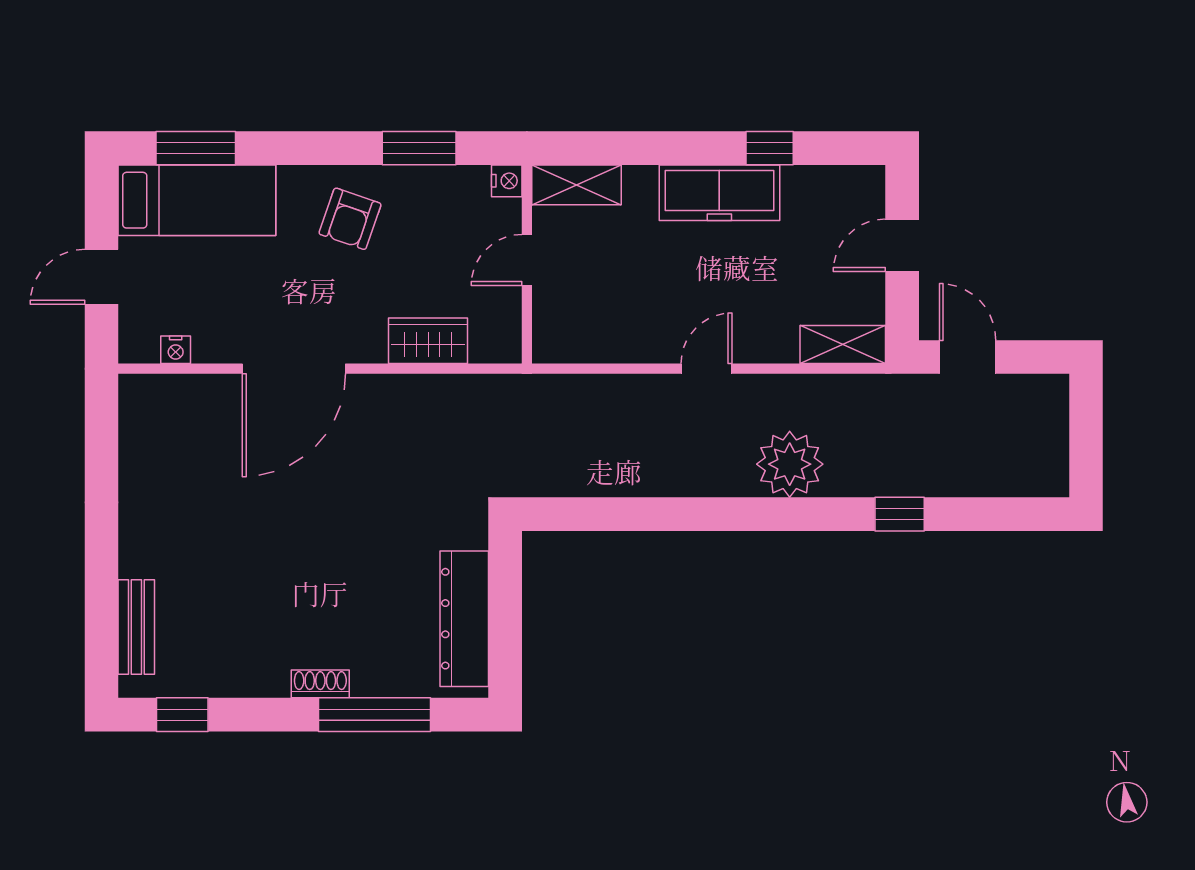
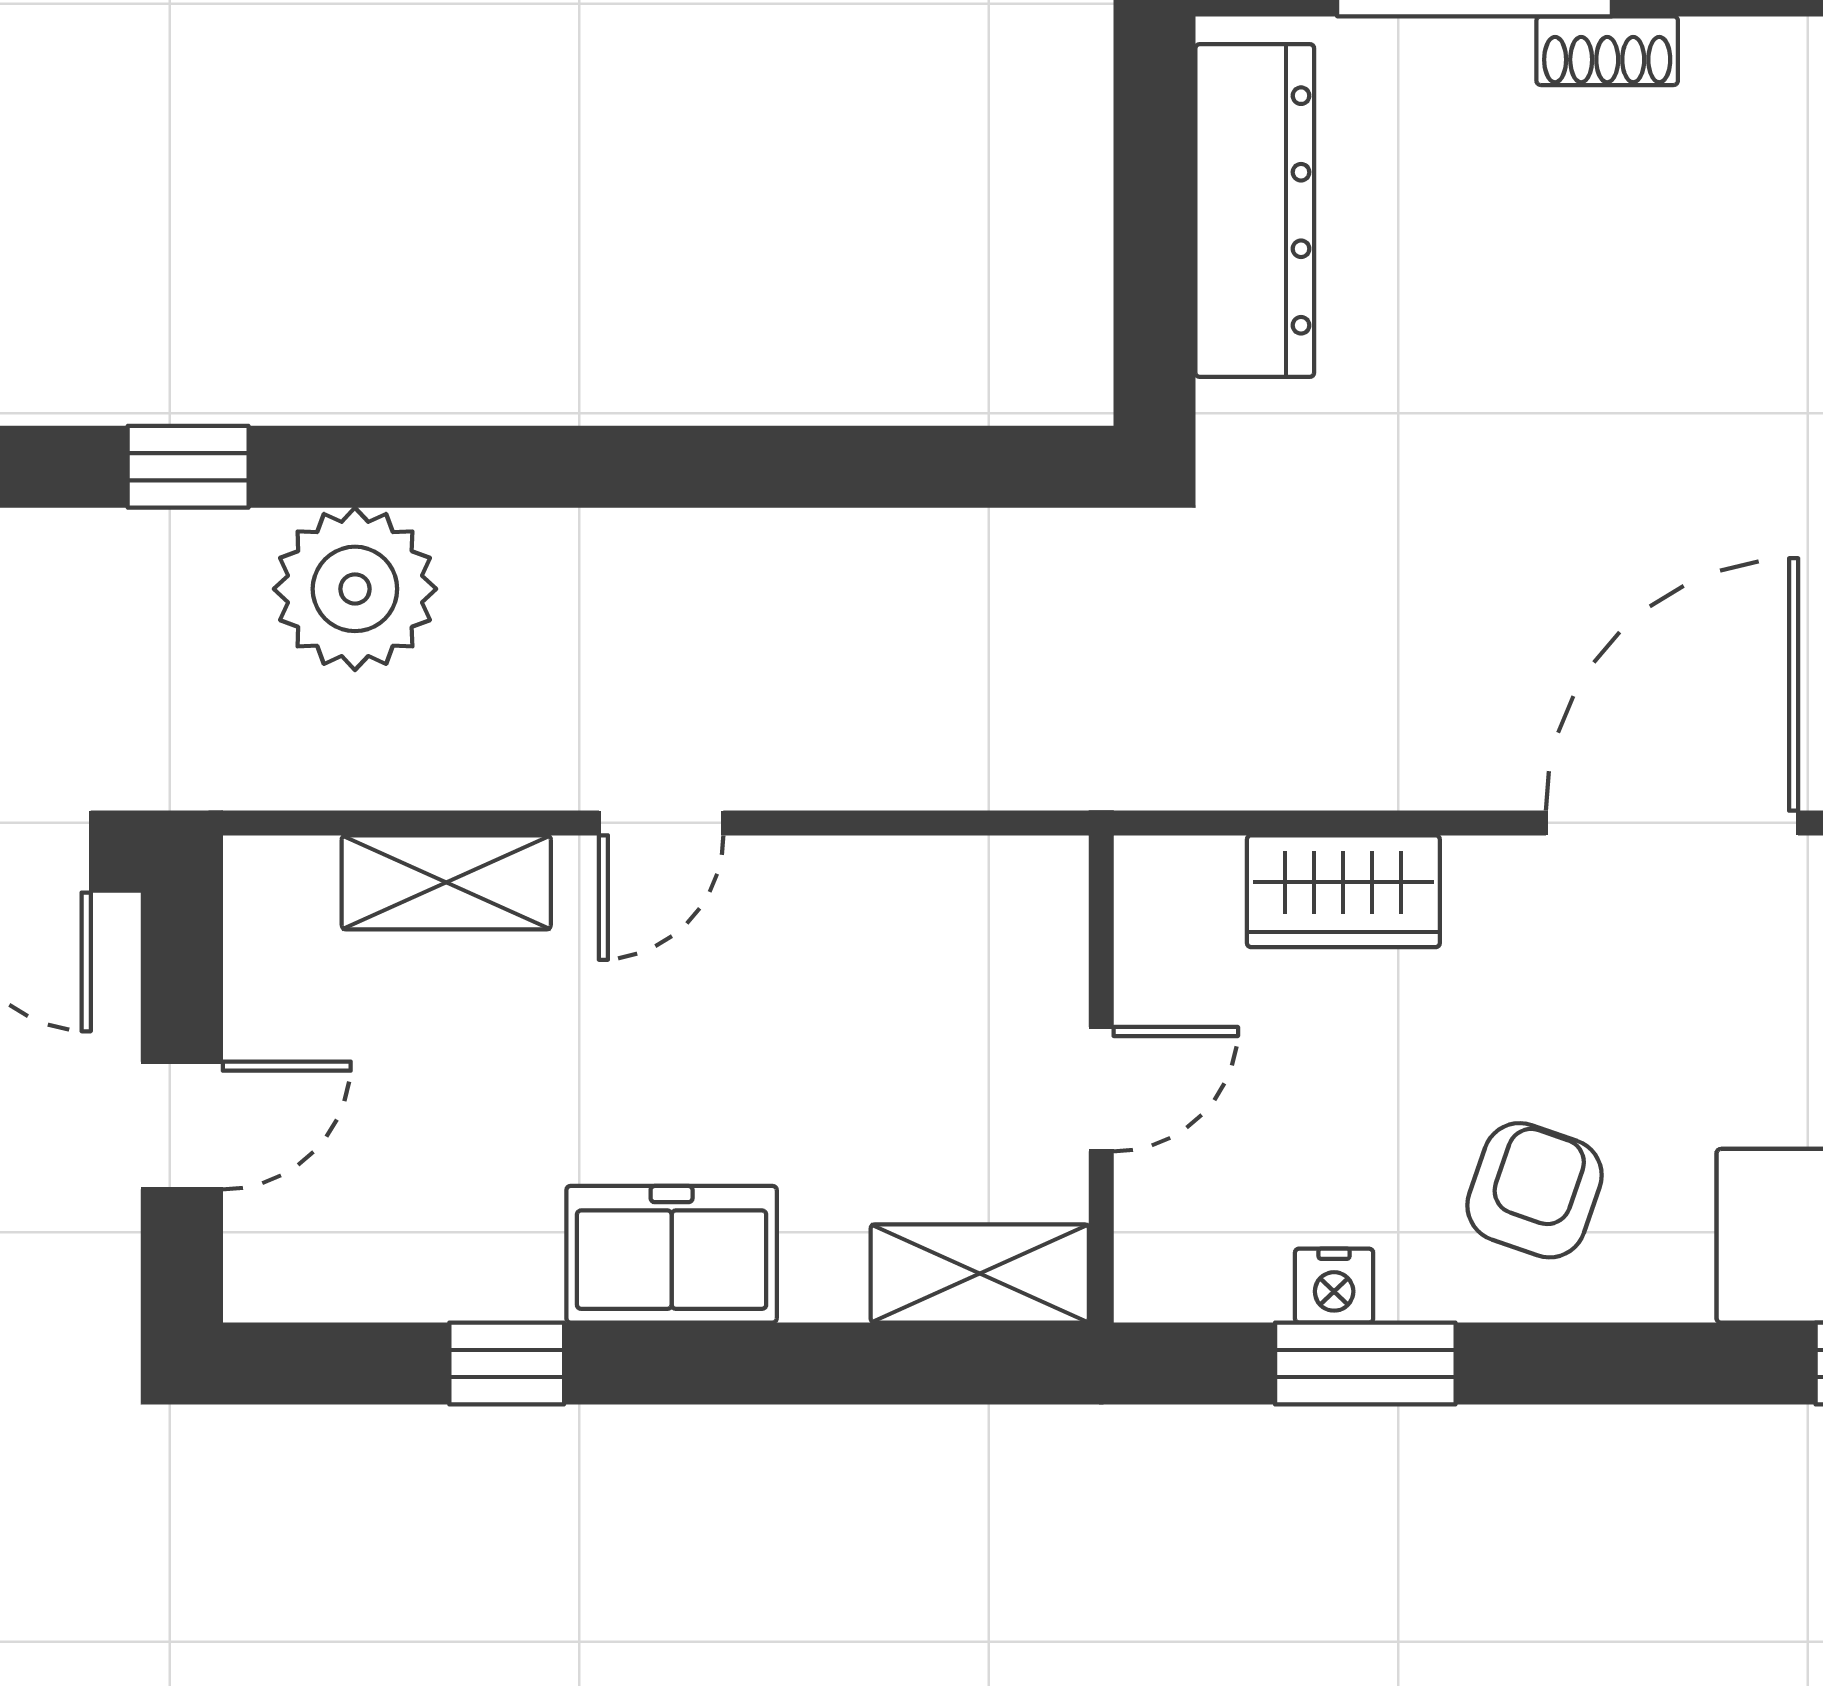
nightstand: (507, 181) -> (1334, 1286), moved, turned -90
freezer: (719, 193) -> (672, 1254), width x0.71
shelving: (843, 344) -> (446, 882), moved
plant: (790, 464) -> (355, 589), moved

